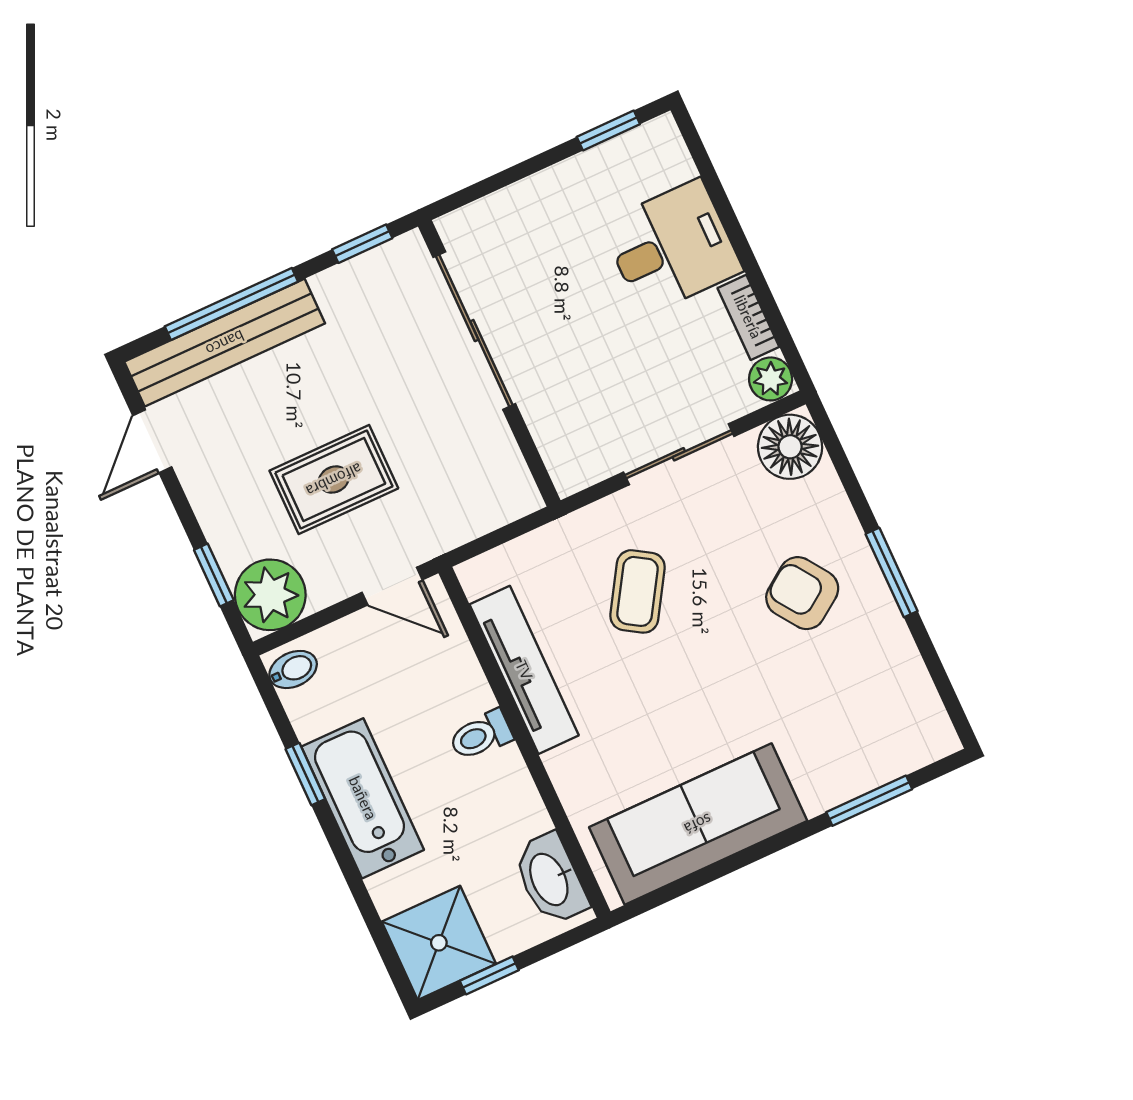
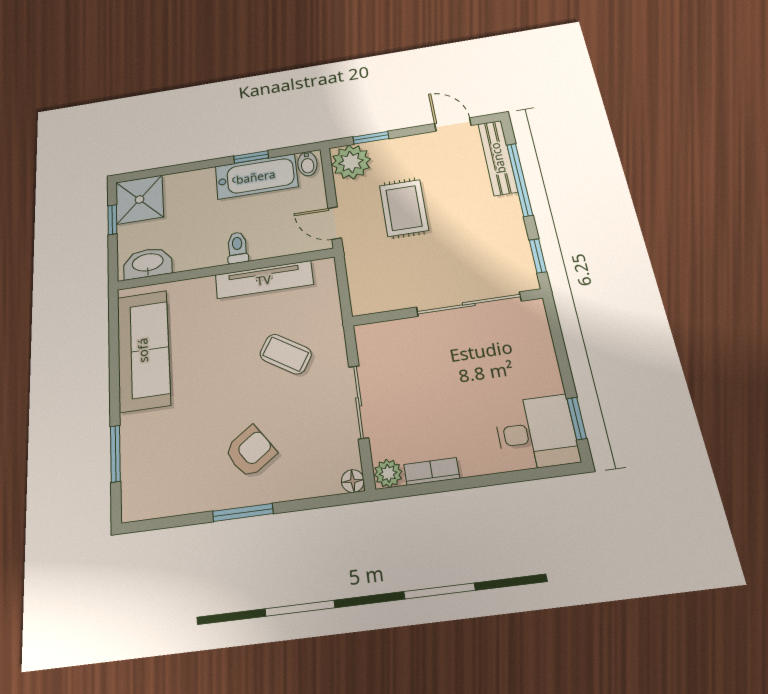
desk: (672, 247) -> (536, 433), moved, turned -90
bench: (225, 343) -> (498, 158), width x0.73, depth x0.82
floor lamp: (790, 447) -> (353, 481), width x0.53, depth x0.53
door: (392, 586) -> (335, 223), hinge flipped
bathtub: (363, 798) -> (256, 177), moved

